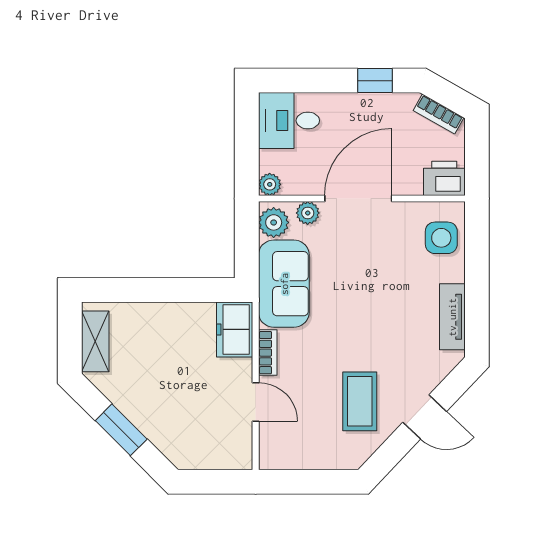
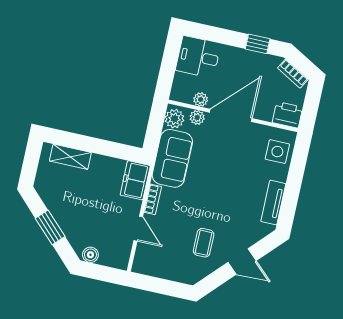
plant: (270, 184) -> (201, 99), moved
shelving: (95, 341) -> (70, 157), moved, turned 90
coffee table: (360, 401) -> (204, 243), width x0.73, depth x0.77
boiler: (192, 458) -> (90, 255), added

